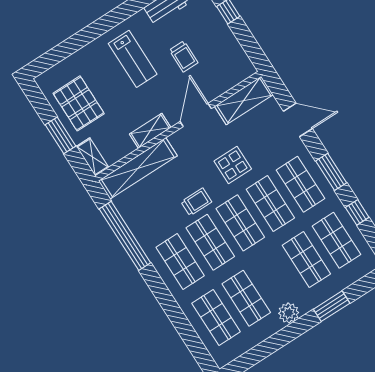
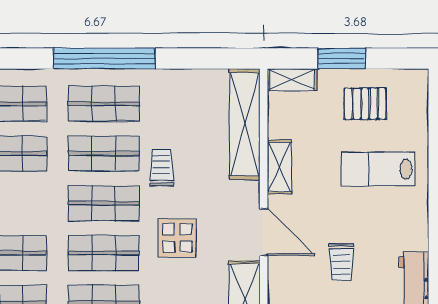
trolley: (184, 57) -> (341, 262), turned -90
lab bench: (133, 59) -> (378, 169), moved
pallet: (79, 103) -> (365, 104), width x0.67, depth x0.71
trolley: (196, 202) -> (161, 168), turned 180
window: (125, 236) -> (105, 58), moved

